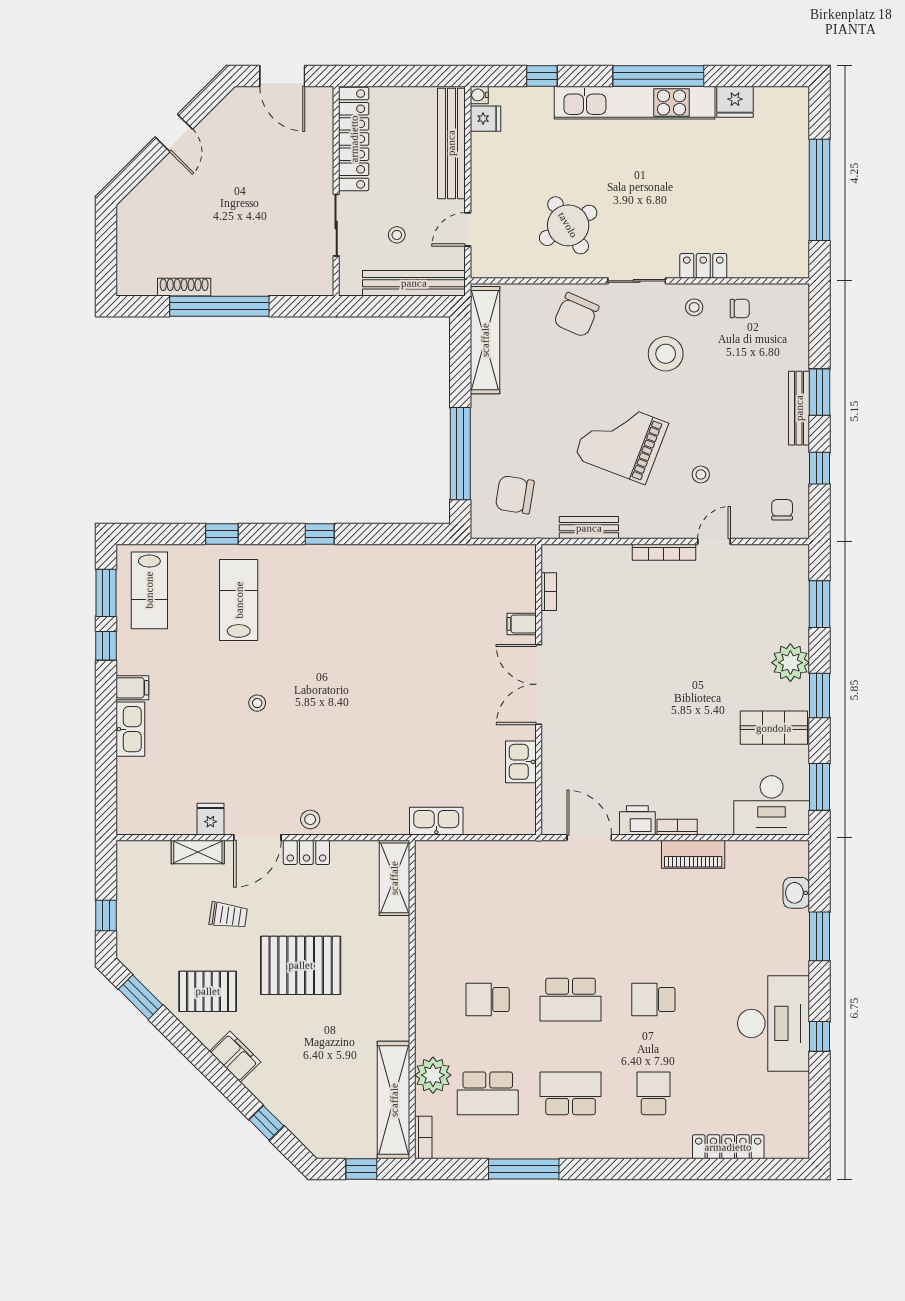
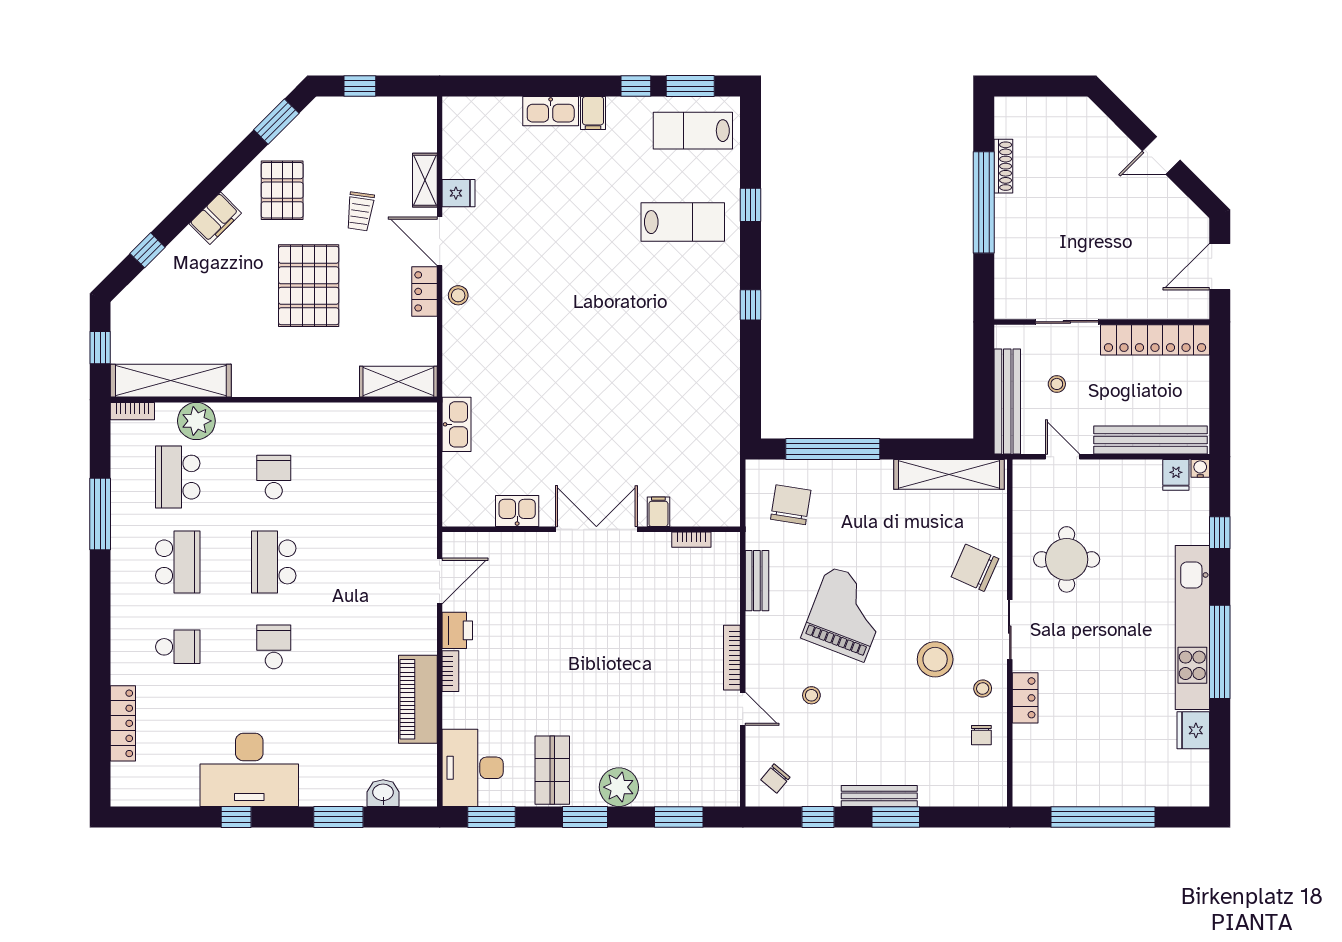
round table: (568, 225) -> (1067, 559), turned 31
chair: (782, 510) -> (775, 779), turned 130
stool: (257, 703) -> (577, 241), removed
piano: (693, 854) -> (418, 699), width x1.37, depth x1.33

